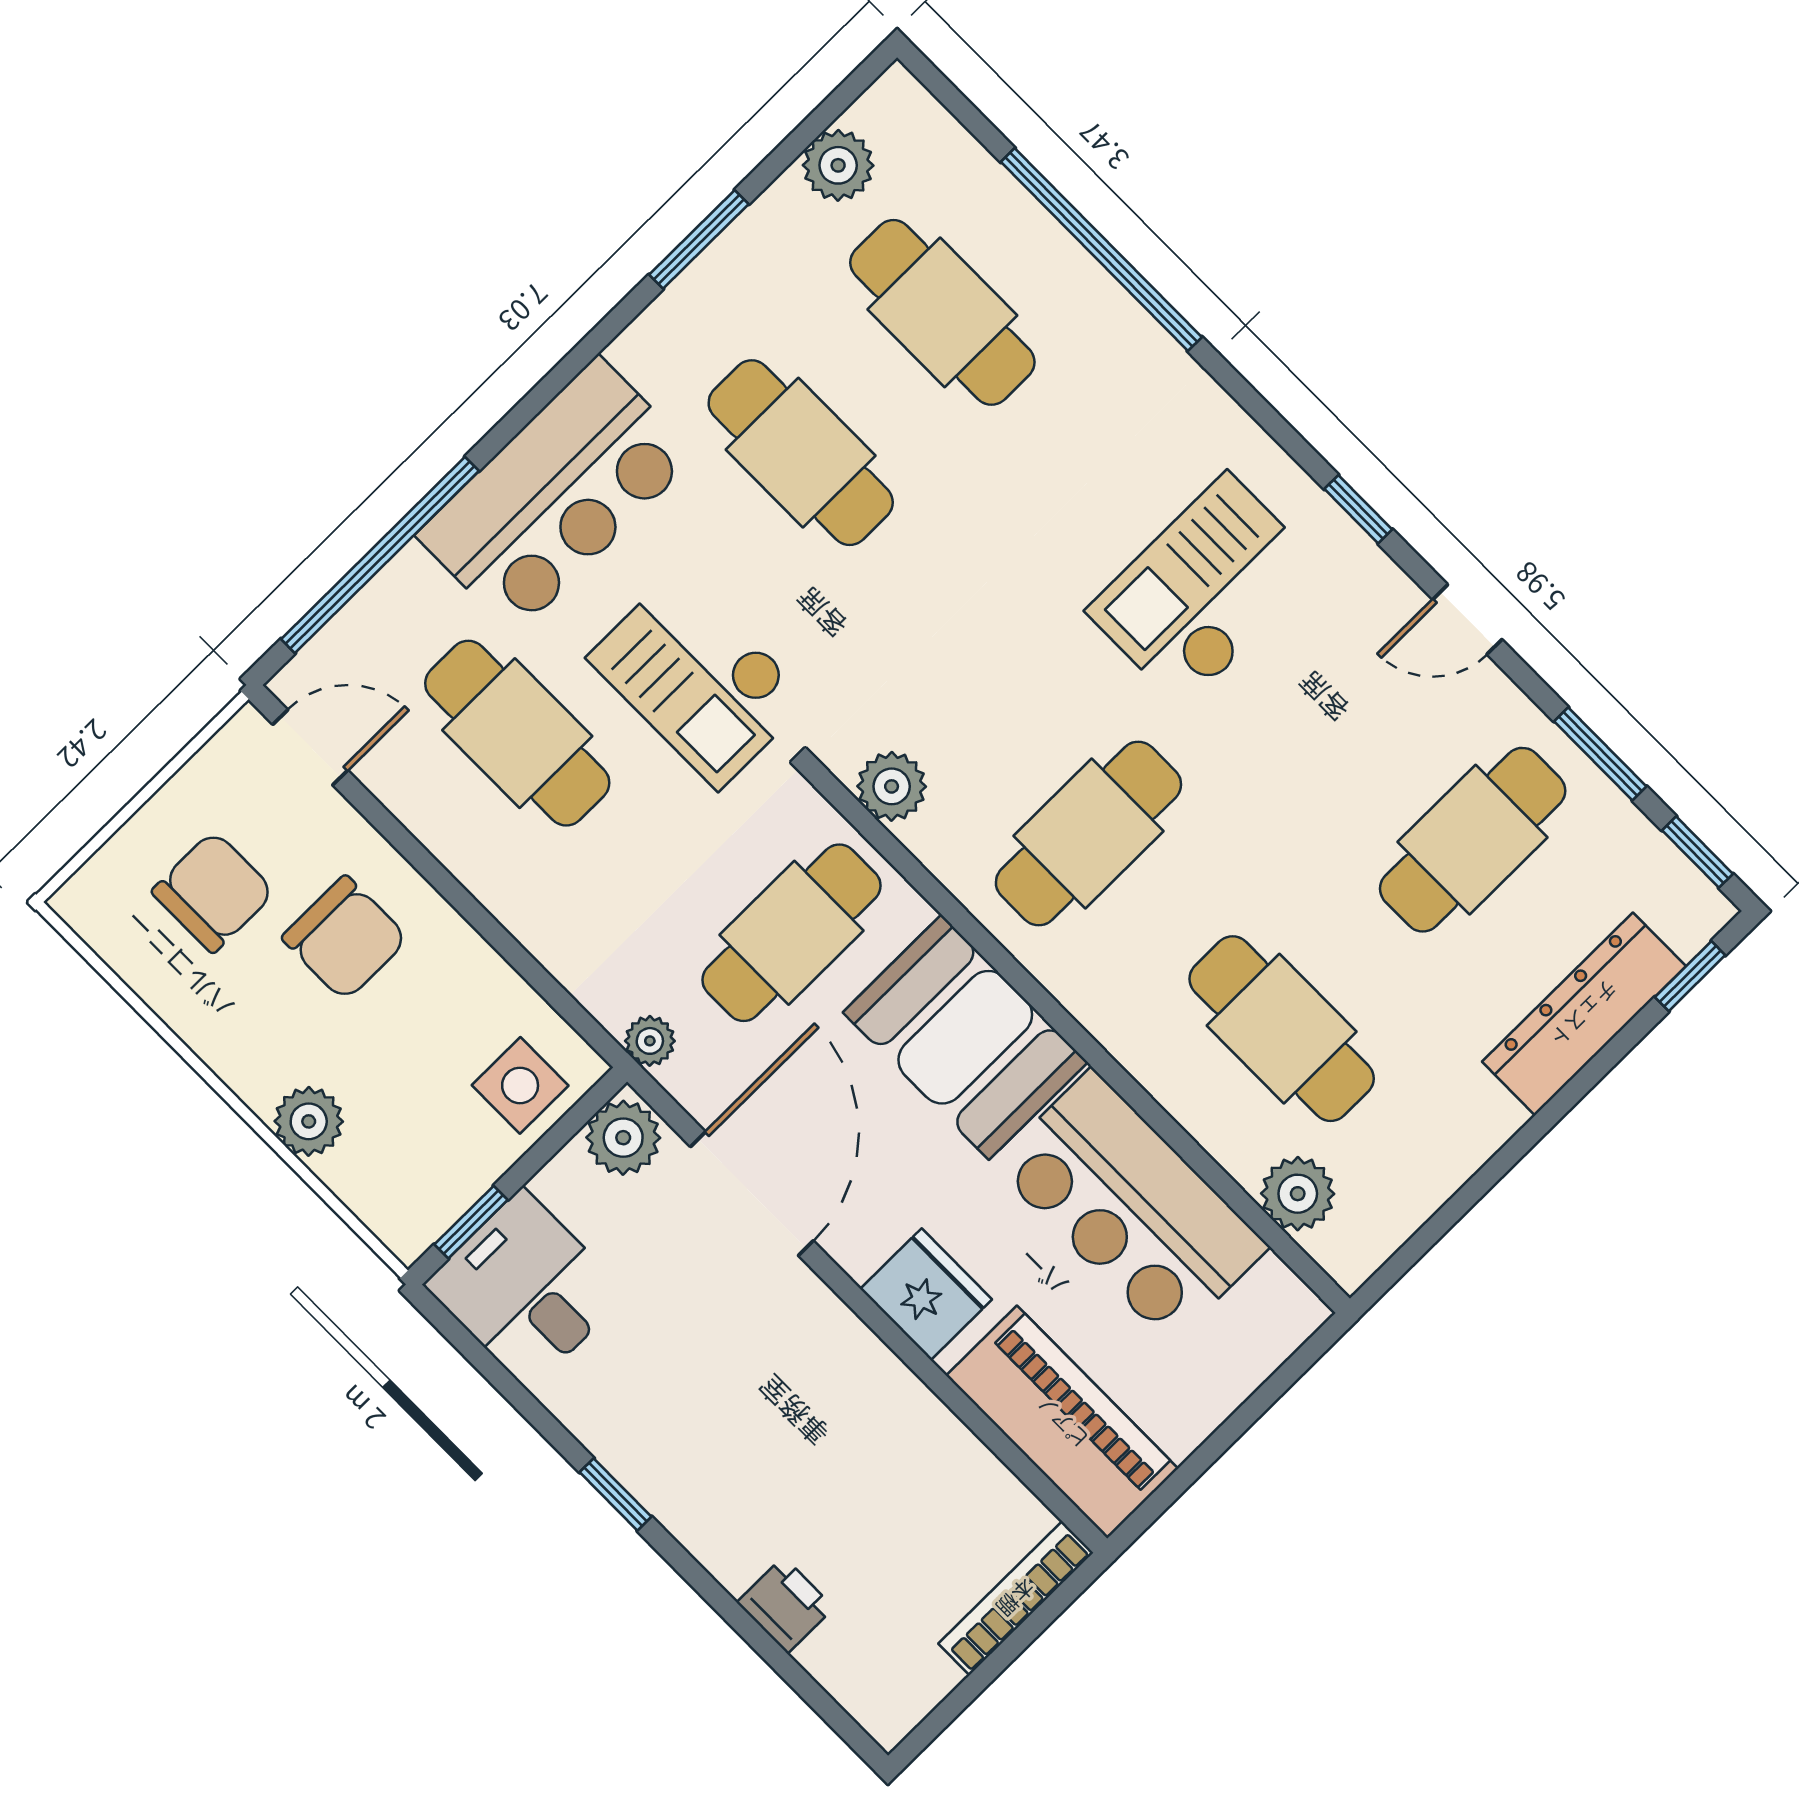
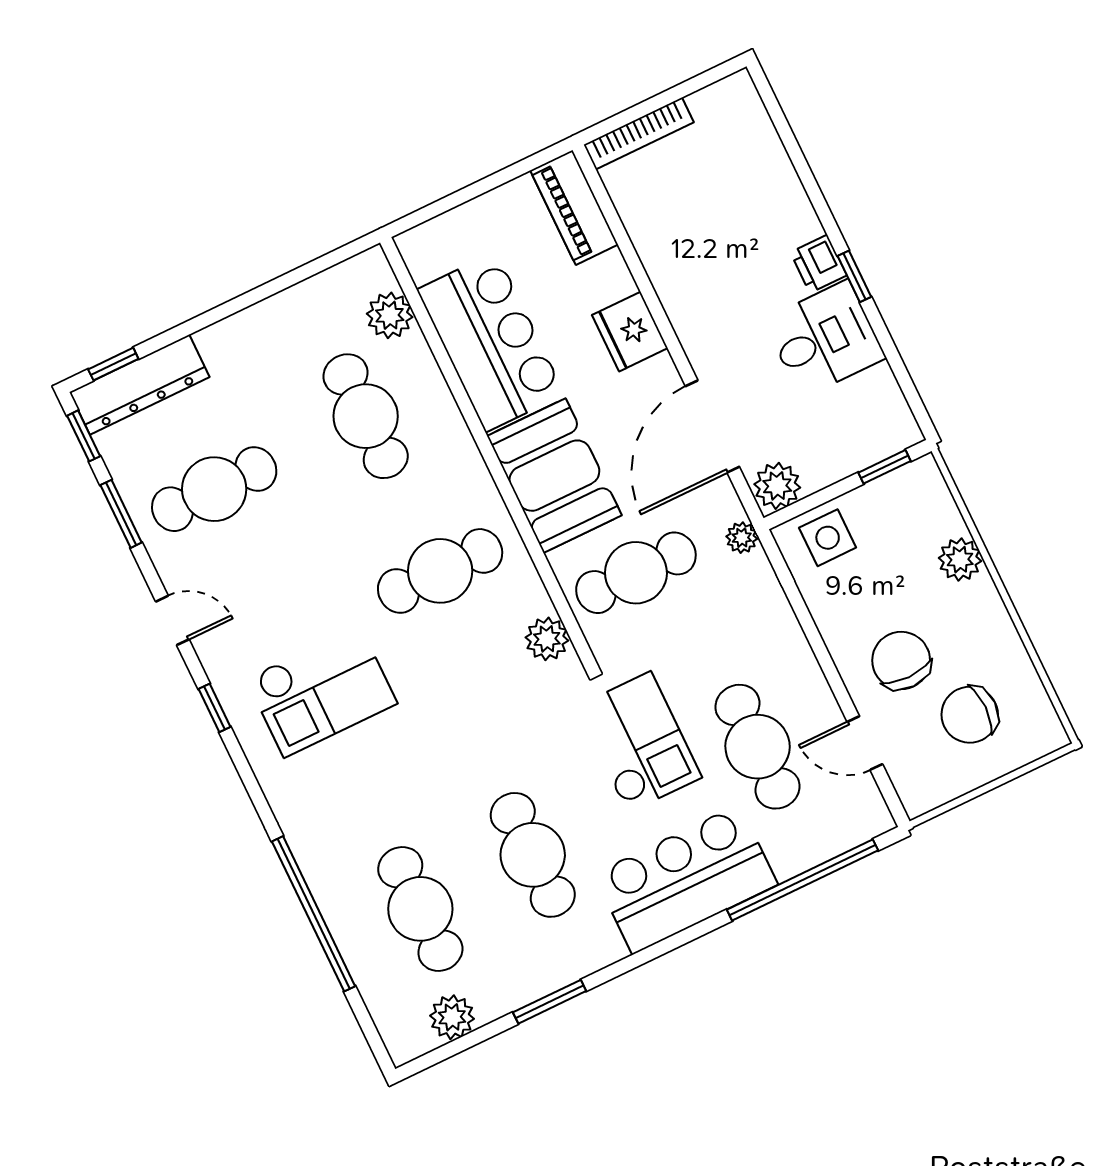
door: (310, 747) -> (865, 743), moved
dresser: (1584, 1014) -> (139, 385), moved
desk: (526, 1289) -> (825, 339), moved, turned -90
piano: (1062, 1422) -> (574, 208), width x0.73, depth x0.75
printer: (785, 1605) -> (819, 264), moved

